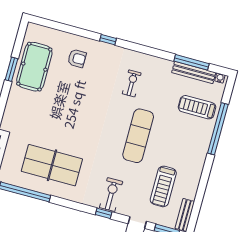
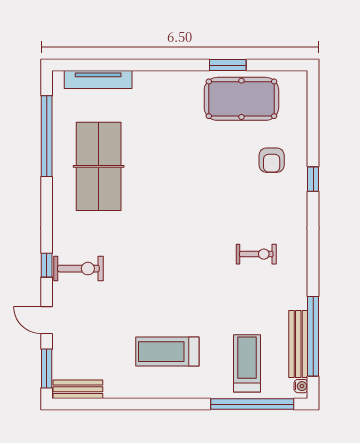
window: (108, 40) -> (313, 179), moved
window: (191, 62) -> (313, 336), width x1.46
window: (218, 129) -> (252, 404), moved
exercise mat: (138, 136) -> (179, 285), removed
treadmill: (163, 186) -> (167, 352), moved

